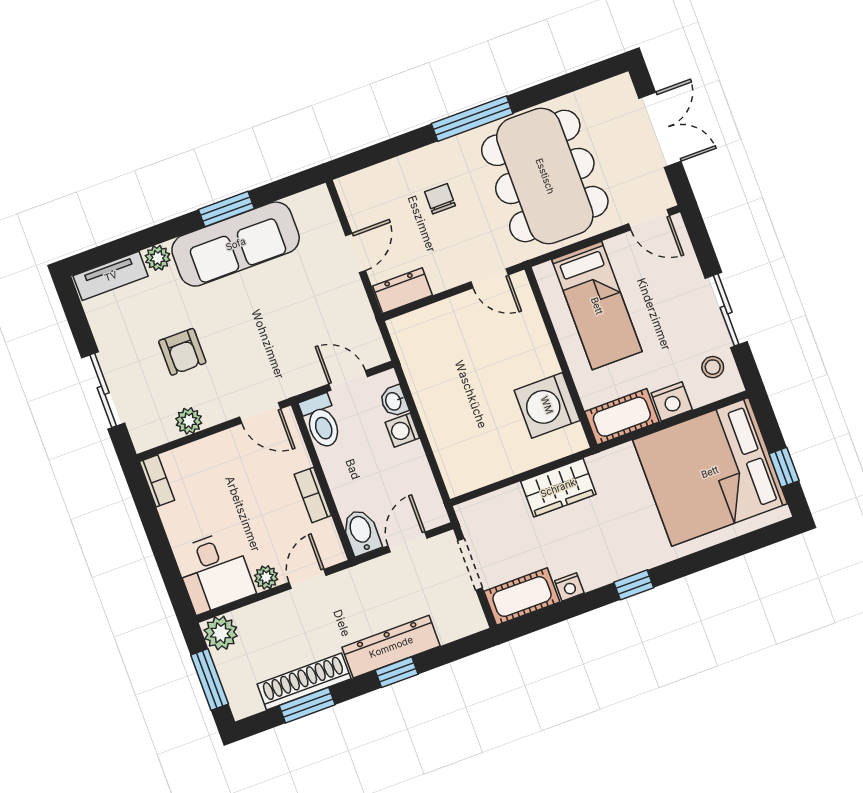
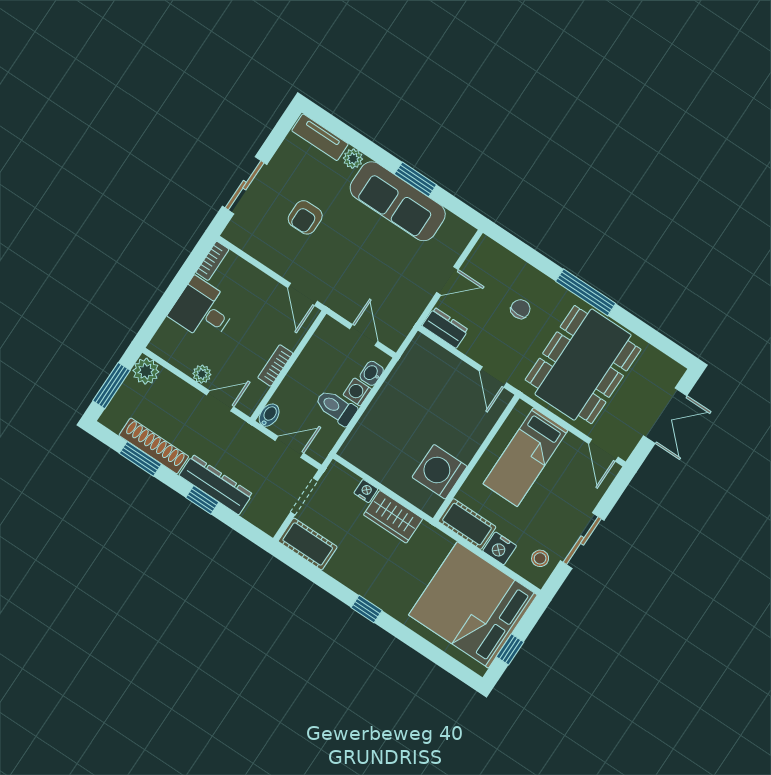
plant: (189, 421) -> (265, 253), removed
toilet: (321, 421) -> (336, 407), moved, turned 90
bidet: (361, 532) -> (269, 415), width x0.72, depth x0.74
desk: (214, 572) -> (203, 310), moved, turned 90
nightstand: (569, 587) -> (366, 491), moved, turned 180

